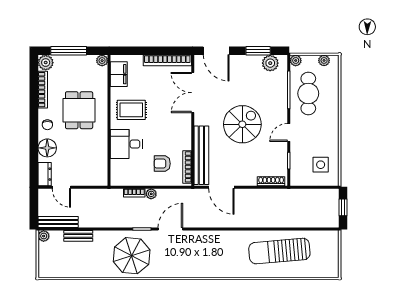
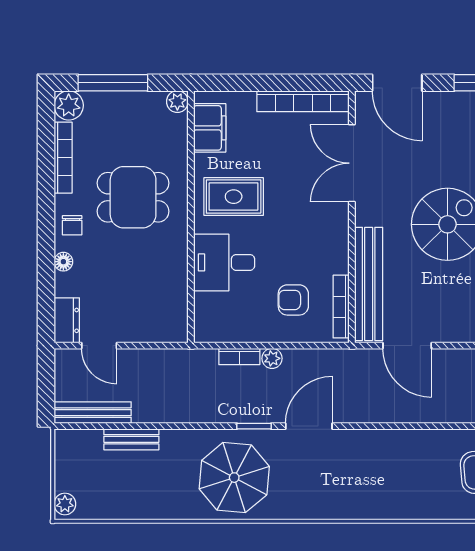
dining table: (79, 110) -> (133, 197), turned 90
floor lamp: (47, 148) -> (63, 262), width x0.53, depth x0.53
plant: (44, 236) -> (65, 504), moved

